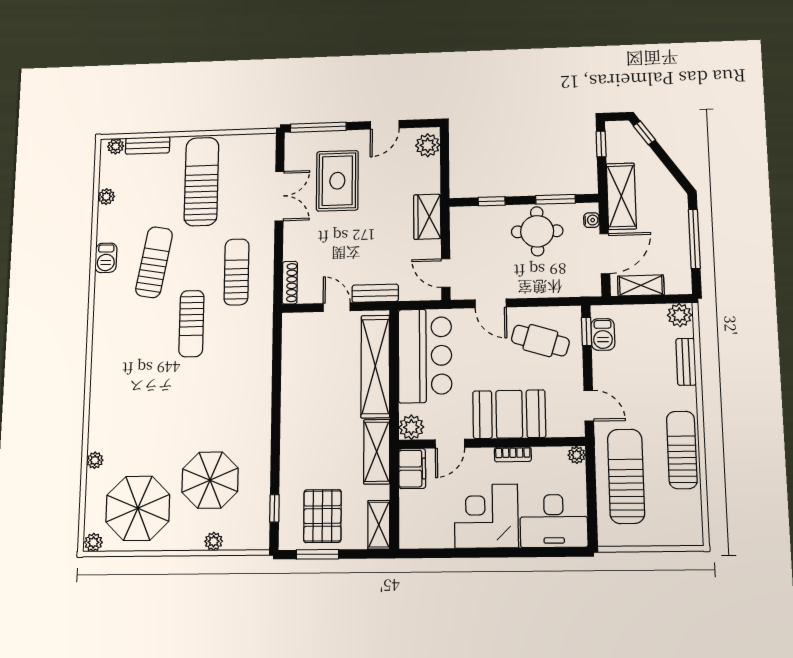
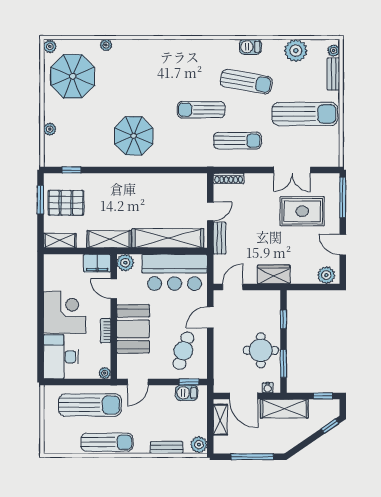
plant: (106, 197) -> (296, 51), width x1.87, depth x1.87
parasol: (210, 480) -> (134, 136), moved

